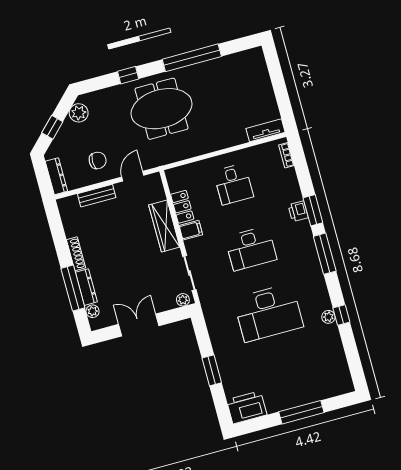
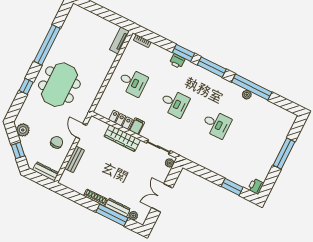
desk: (251, 248) -> (174, 103), width x0.73
desk: (268, 313) -> (216, 124), width x0.53, depth x0.77
window: (341, 315) -> (252, 87), width x3.17
window: (212, 370) -> (232, 187), moved
printer: (247, 407) -> (256, 186), width x0.53, depth x0.68

